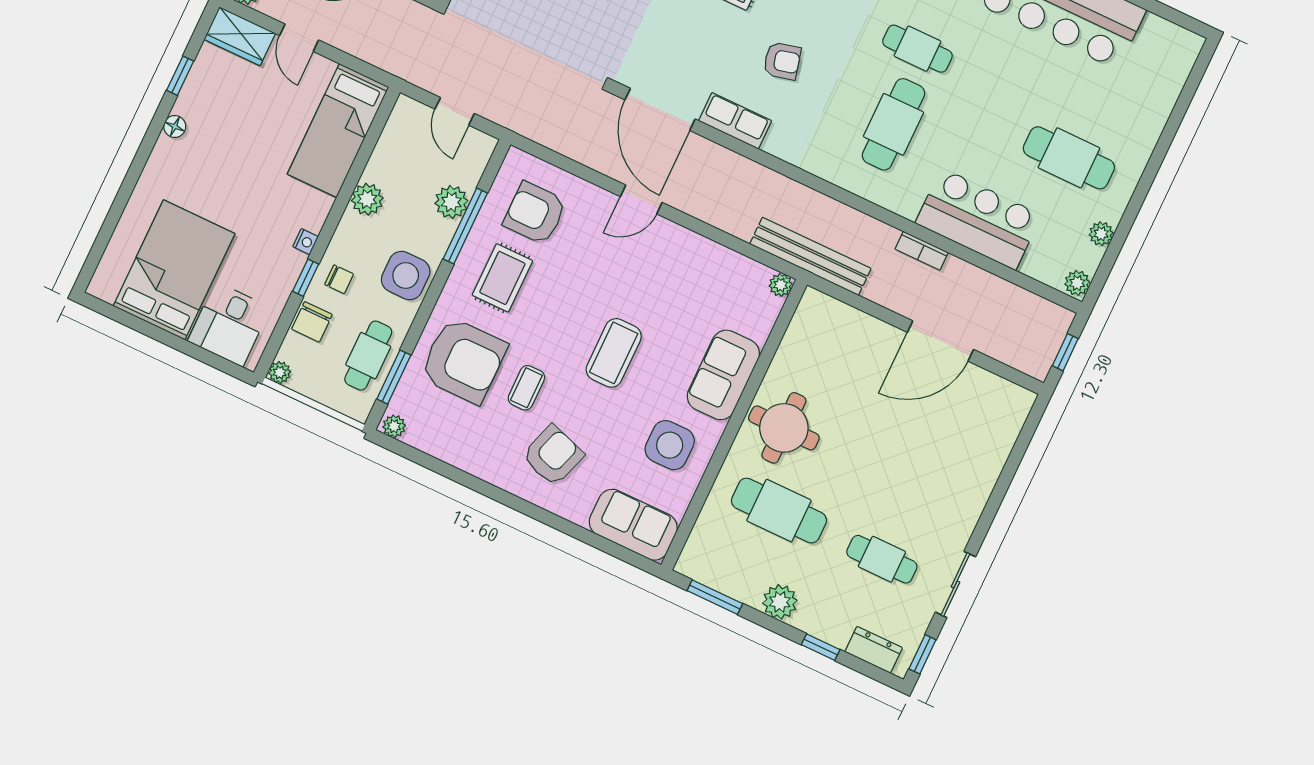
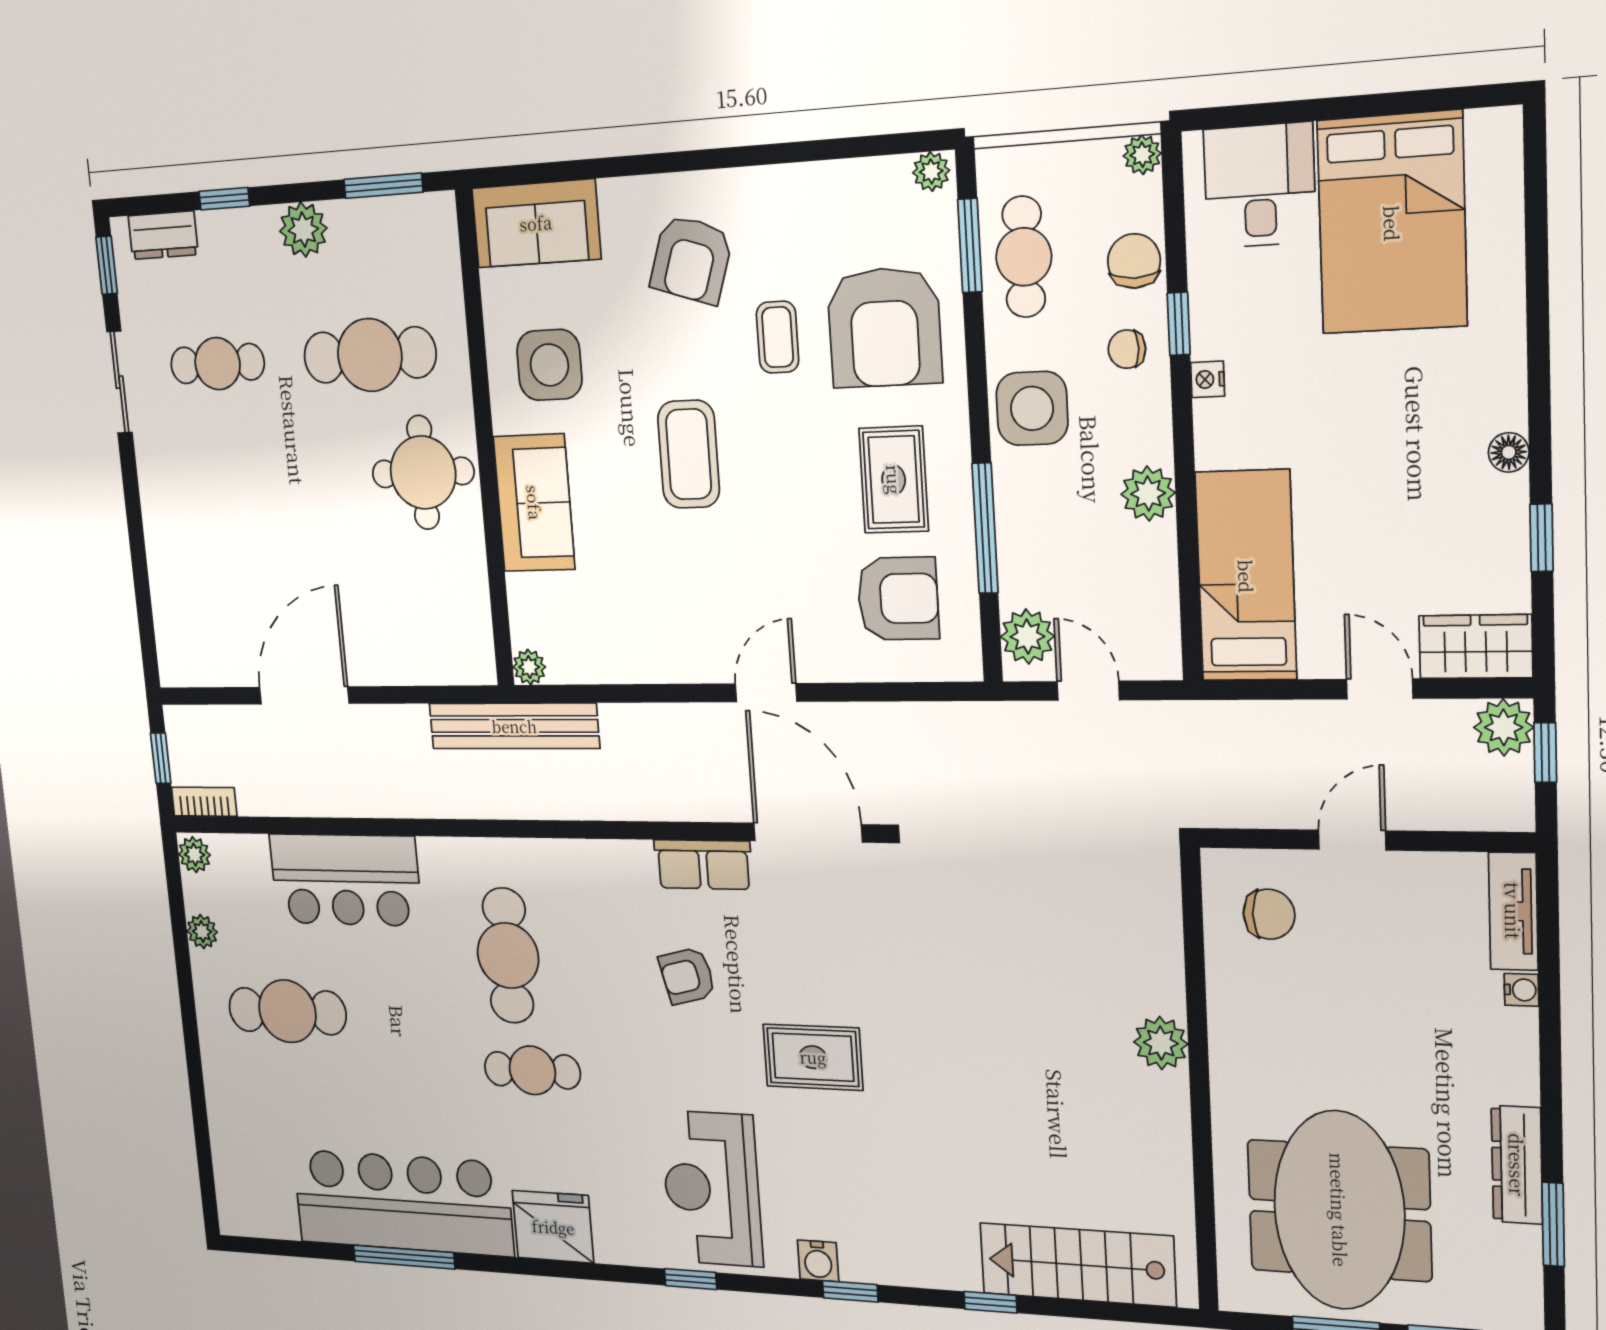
plant: (451, 202) -> (1027, 637), moved
bookcase: (922, 251) -> (204, 802), moved
armchair: (463, 361) -> (884, 327), turned -90

